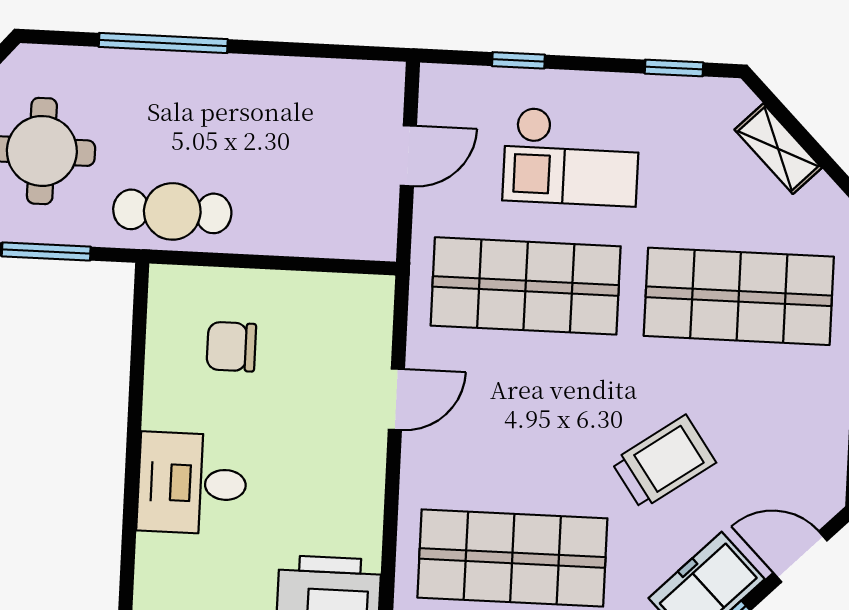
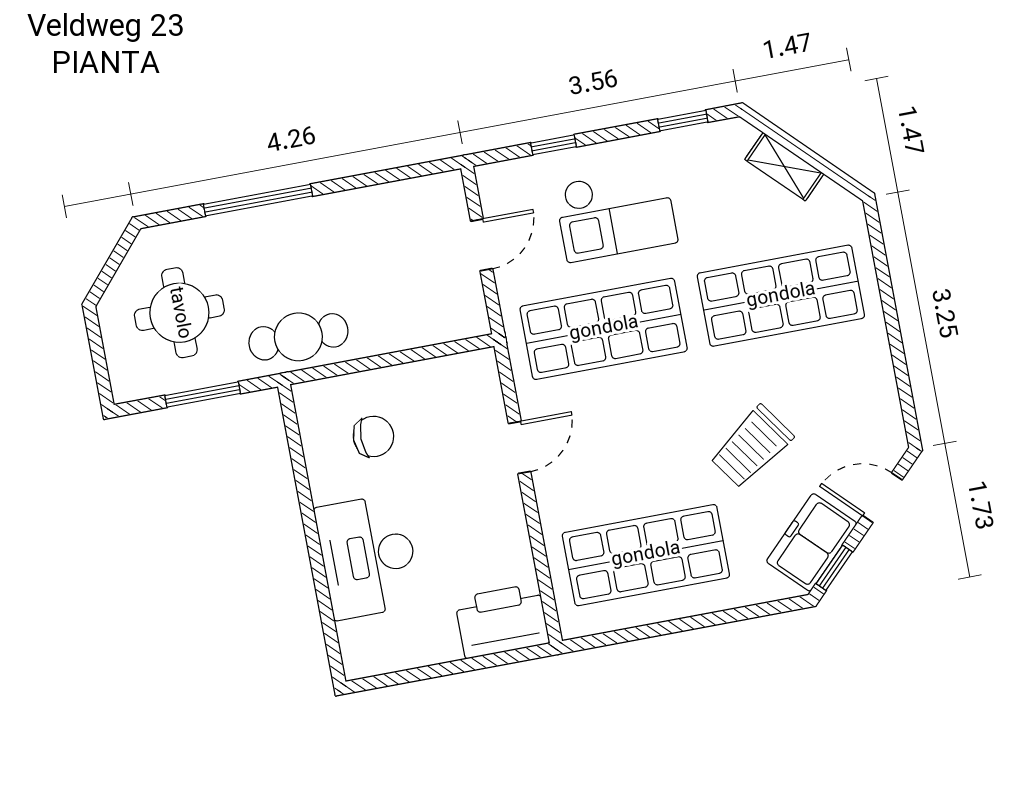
chair: (231, 347) -> (373, 436), turned 180
trolley: (664, 462) -> (752, 447), turned 180
desk: (192, 483) -> (368, 556), width x1.37

